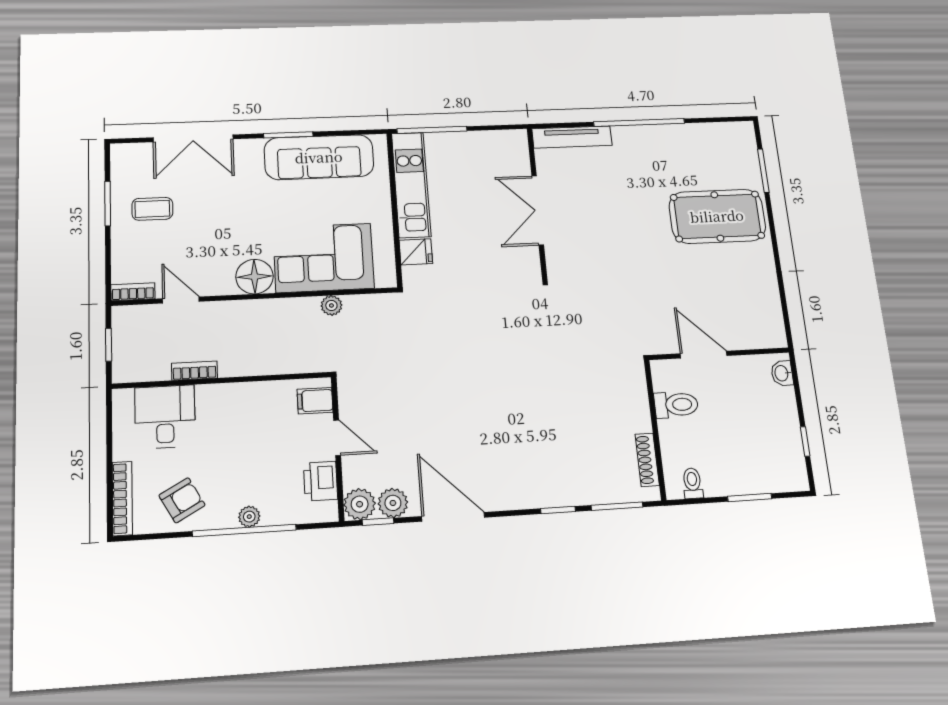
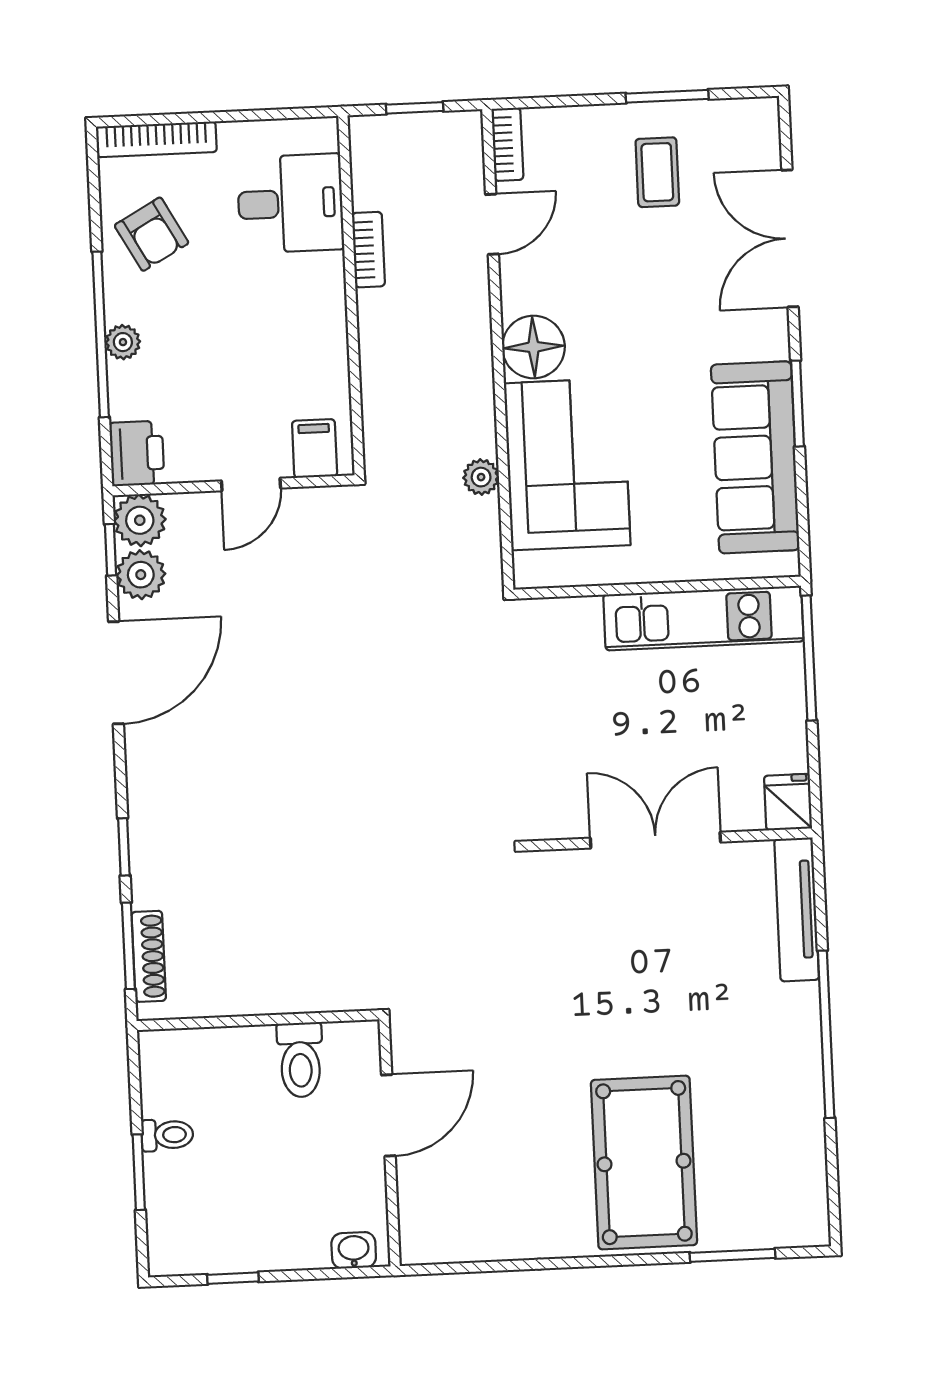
fridge: (416, 252) -> (788, 802), moved, turned 180
shoe rack: (647, 460) -> (149, 956), moved, turned 90
printer: (321, 481) -> (137, 453), moved, turned 90
toilet: (692, 483) -> (167, 1135), moved

